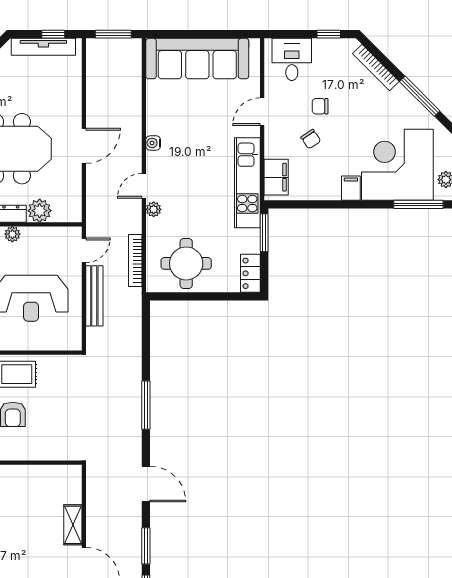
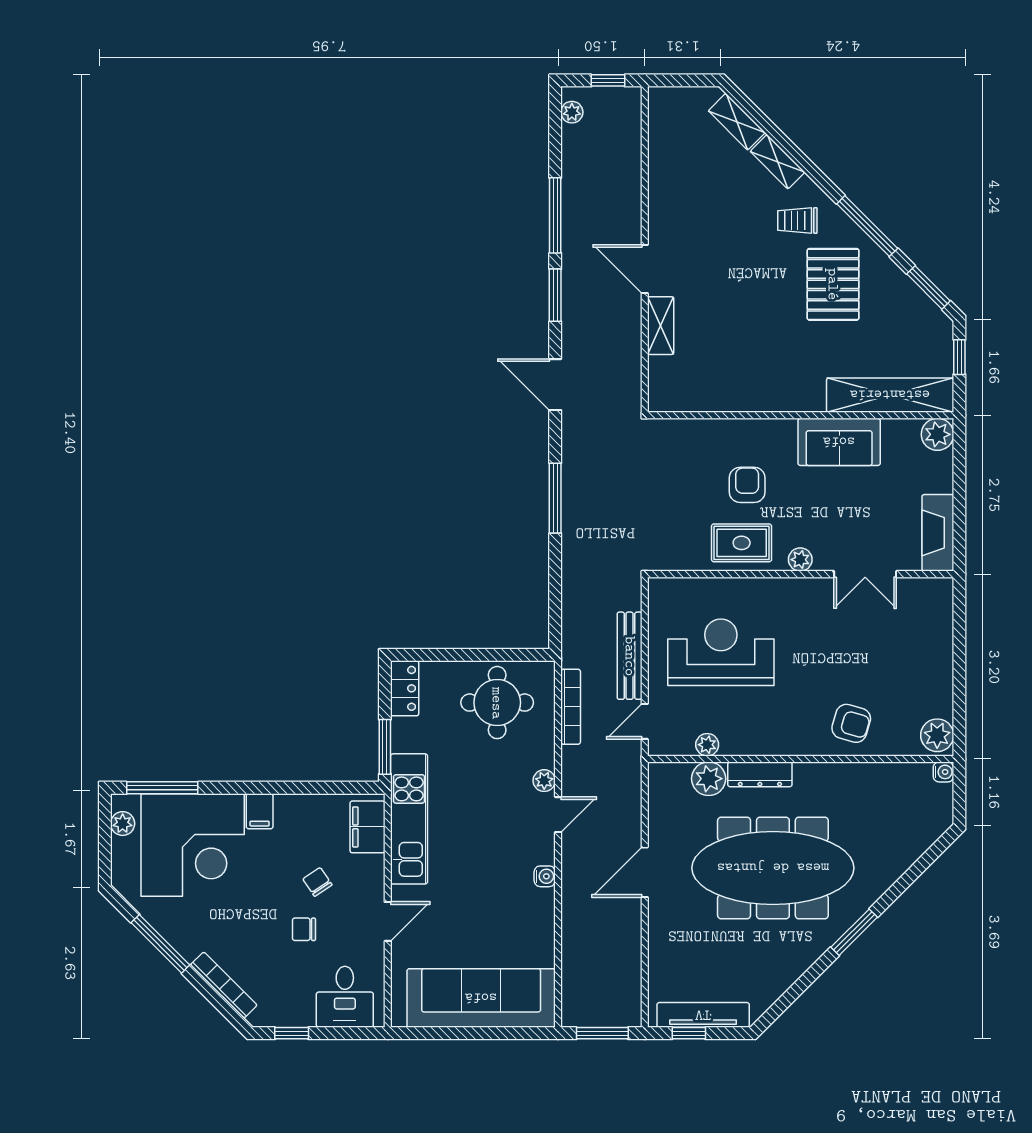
chair: (320, 106) -> (304, 929), turned 180
plant: (12, 234) -> (707, 745), moved

